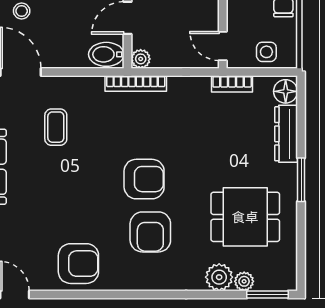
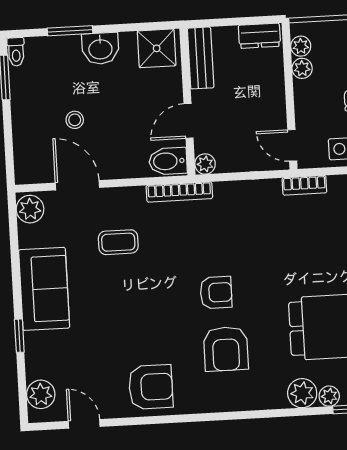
bookcase: (136, 84) -> (179, 192), moved
coffee table: (56, 127) -> (118, 242), turned 90
armchair: (144, 179) -> (216, 293), width x0.72, depth x0.72

